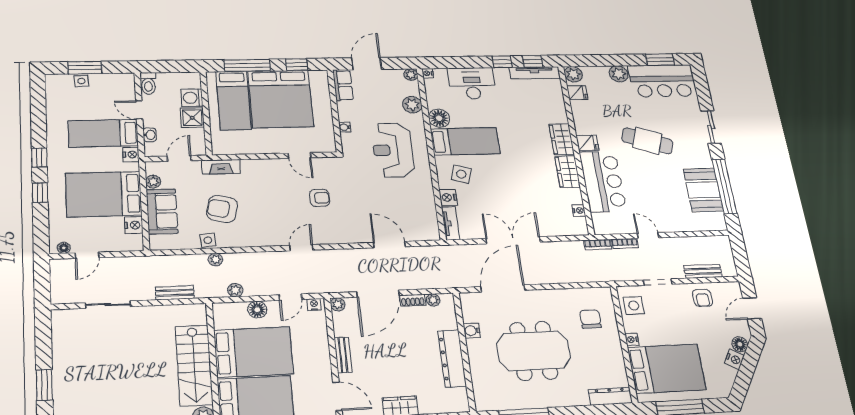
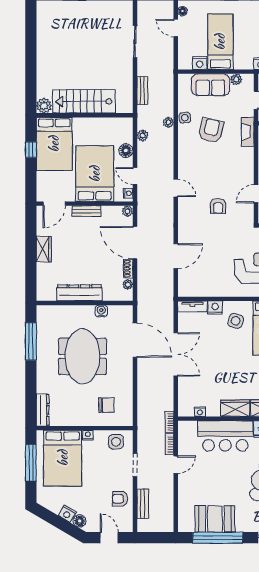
bed: (104, 194) -> (220, 42), width x0.67
bed: (253, 352) -> (95, 174), moved, turned 180

